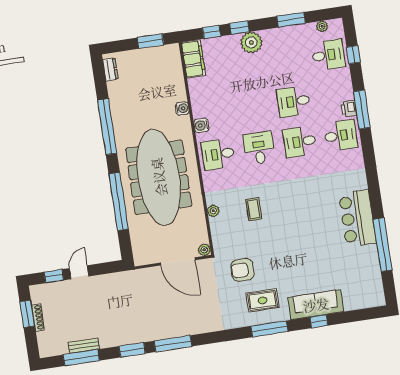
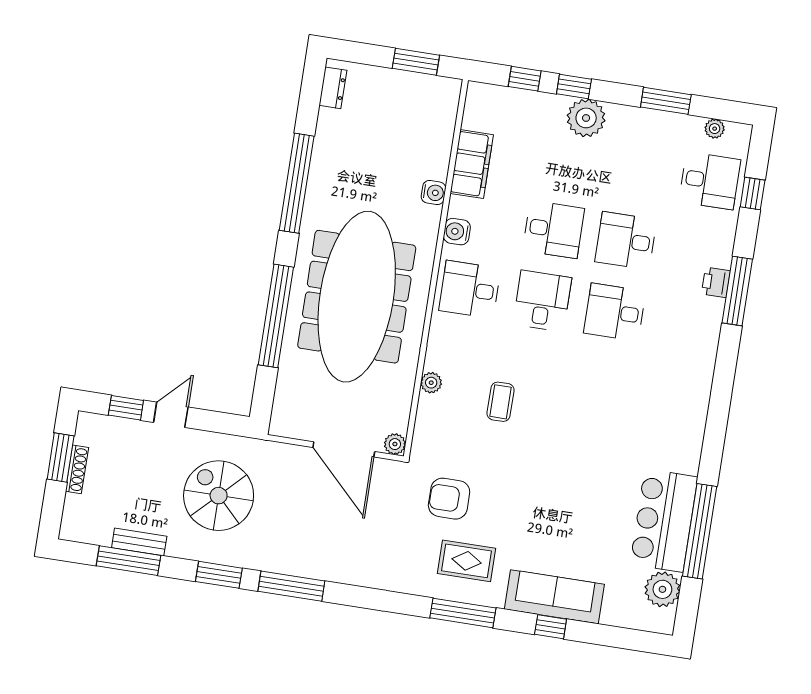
filing cabinet: (194, 59) -> (472, 164), moved
desk: (341, 135) -> (553, 229), moved
bar counter: (357, 218) -> (664, 521), moved
plant: (372, 282) -> (662, 589), added
spiral stairs: (118, 307) -> (219, 496), added

